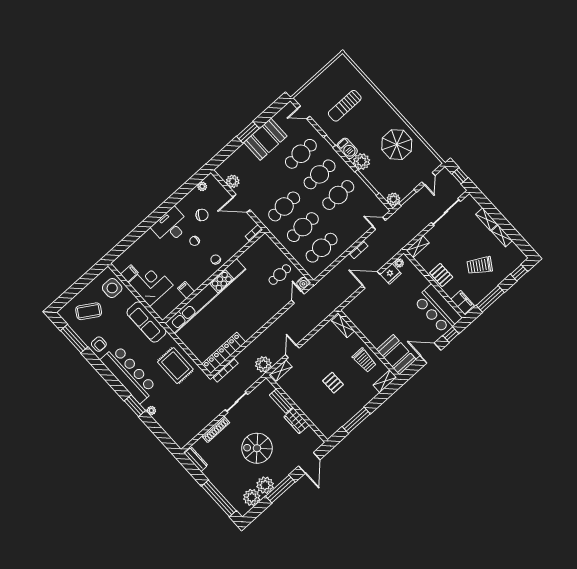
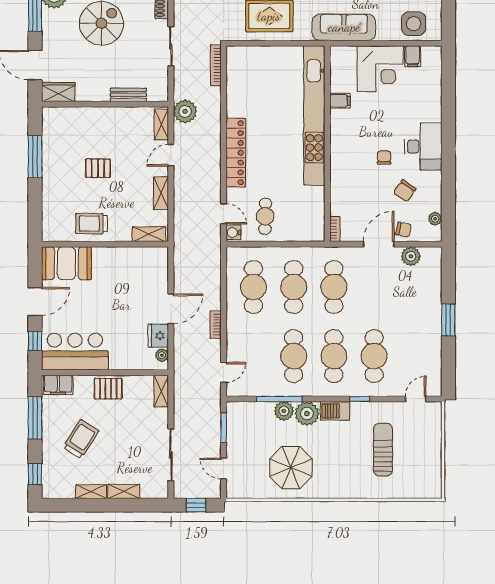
booth: (265, 139) -> (424, 332), removed
plant: (393, 199) -> (284, 411), moved
chair: (216, 259) -> (404, 230), moved
door: (292, 351) -> (171, 155), swing flipped
locker: (224, 353) -> (236, 153), moved
shelving: (385, 381) -> (161, 193), moved
wardrobe: (296, 421) -> (58, 92), moved

